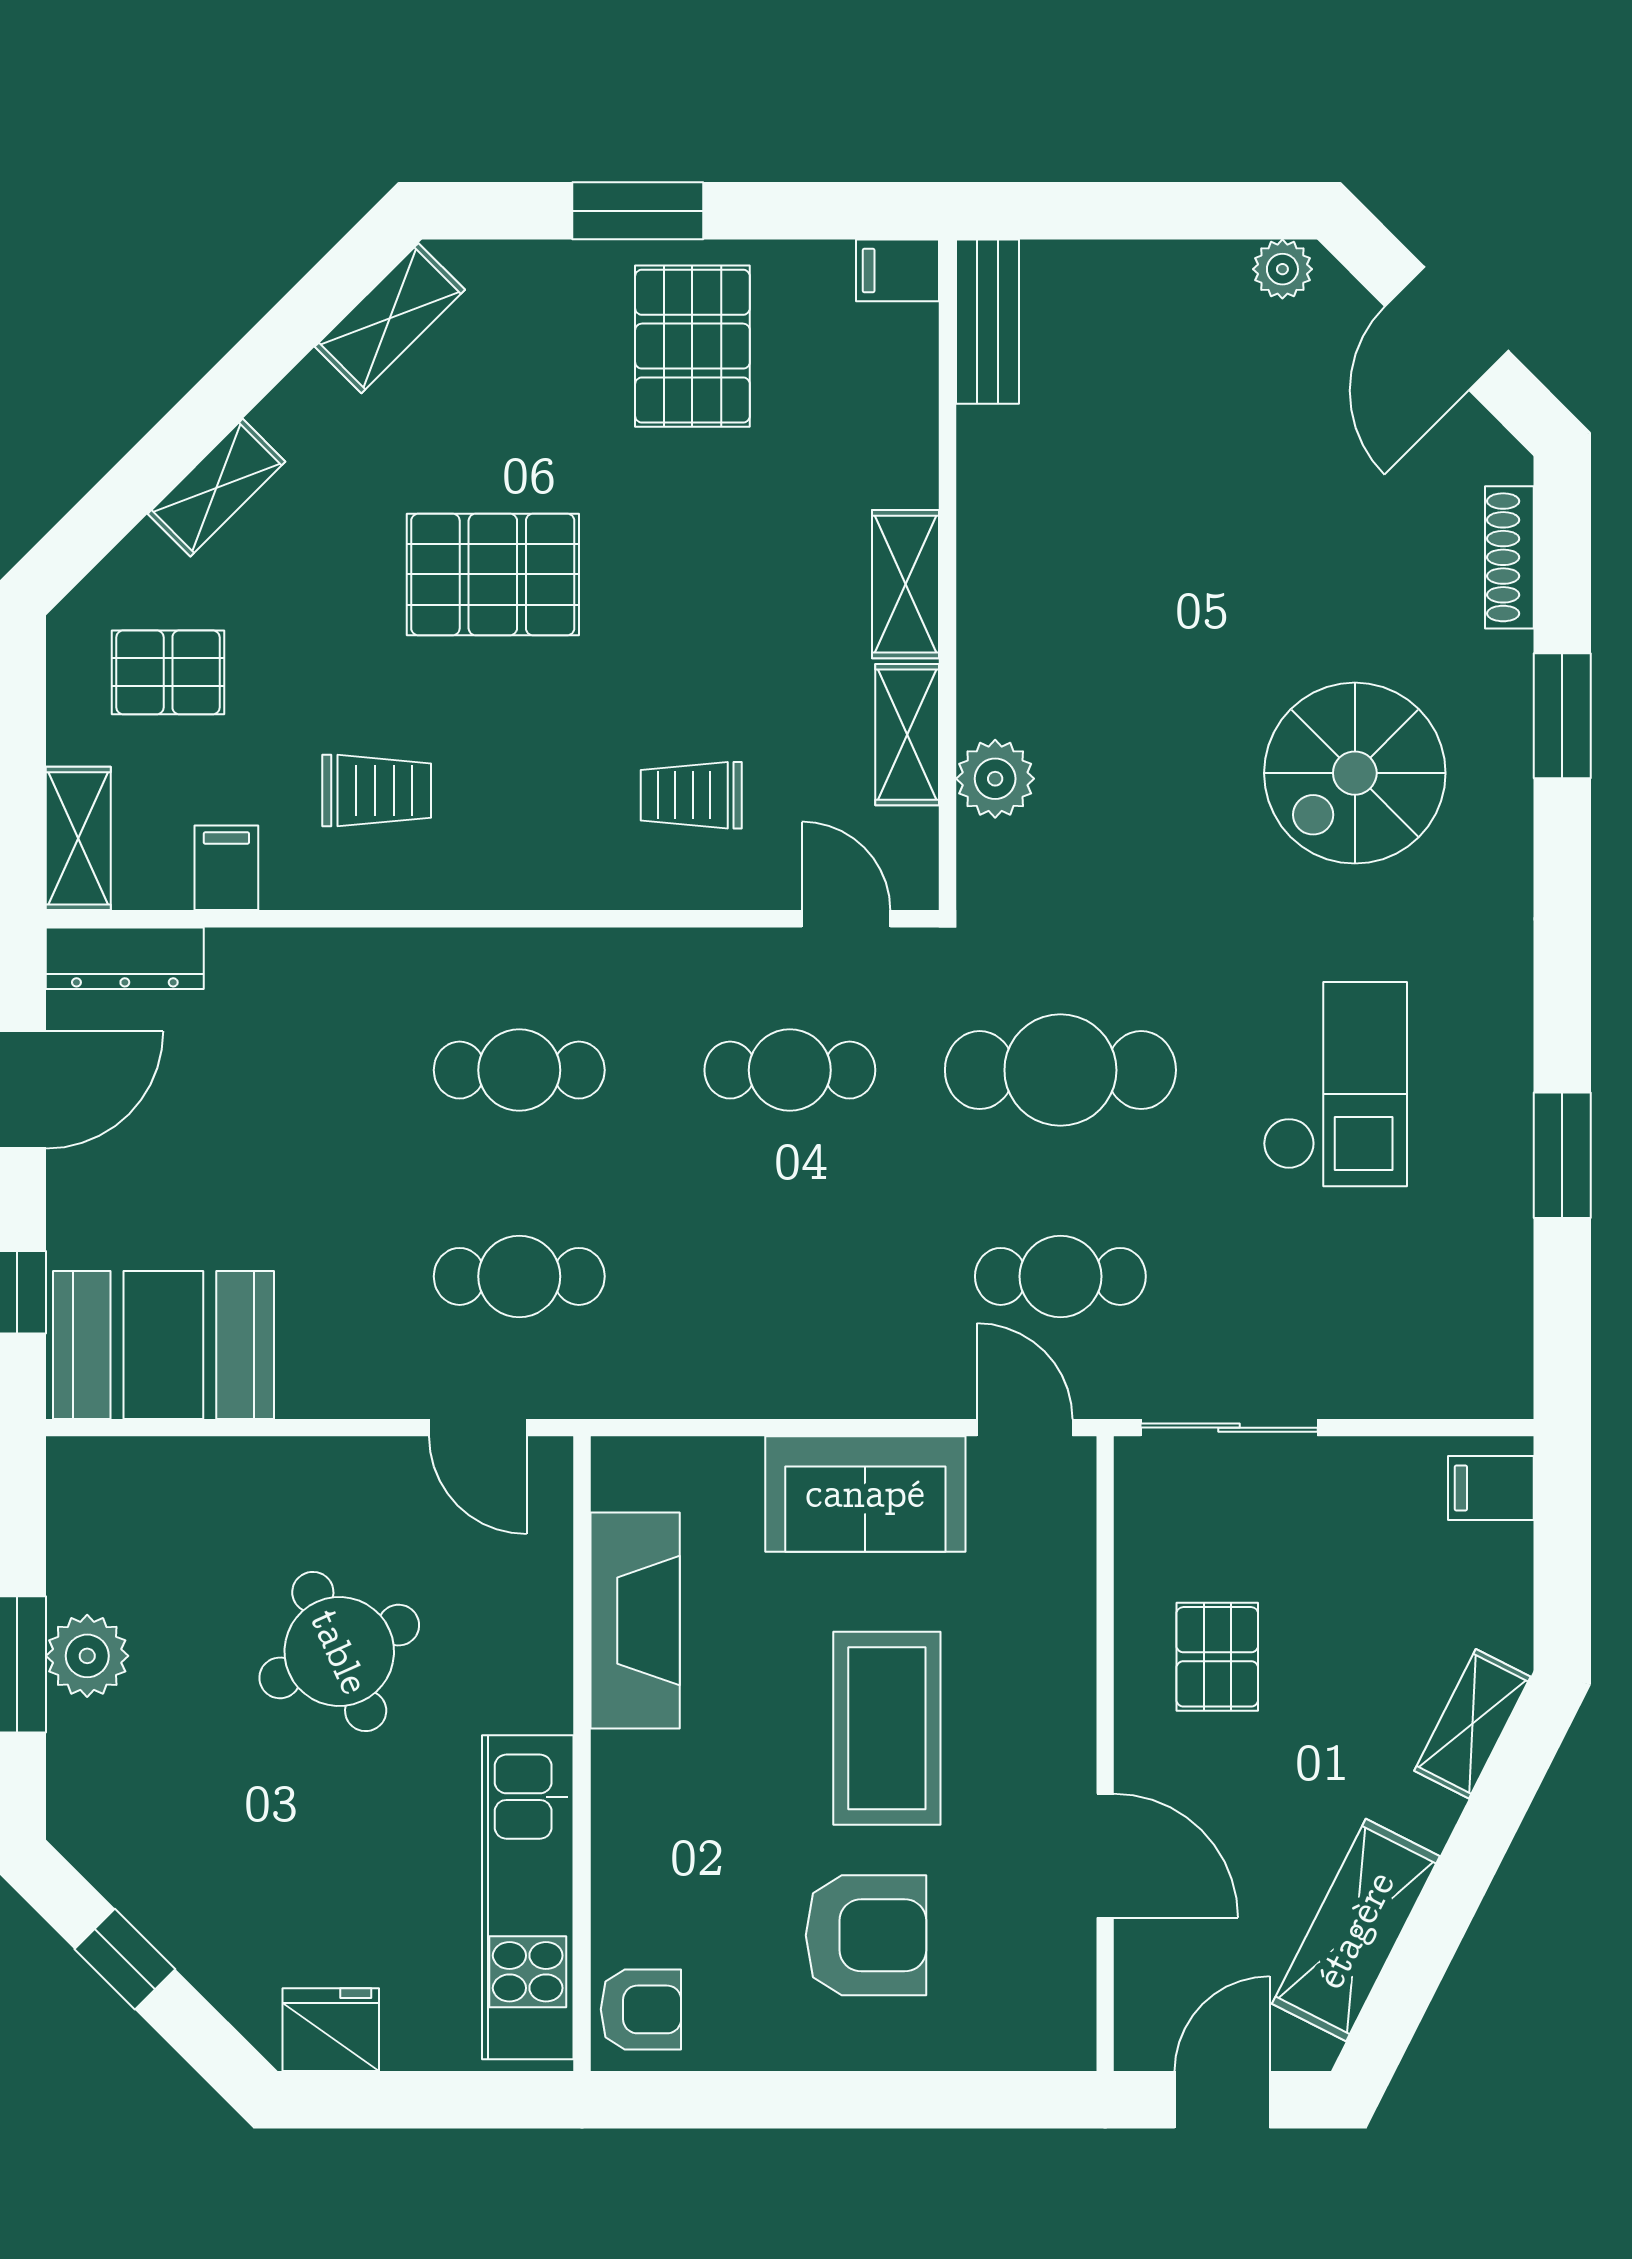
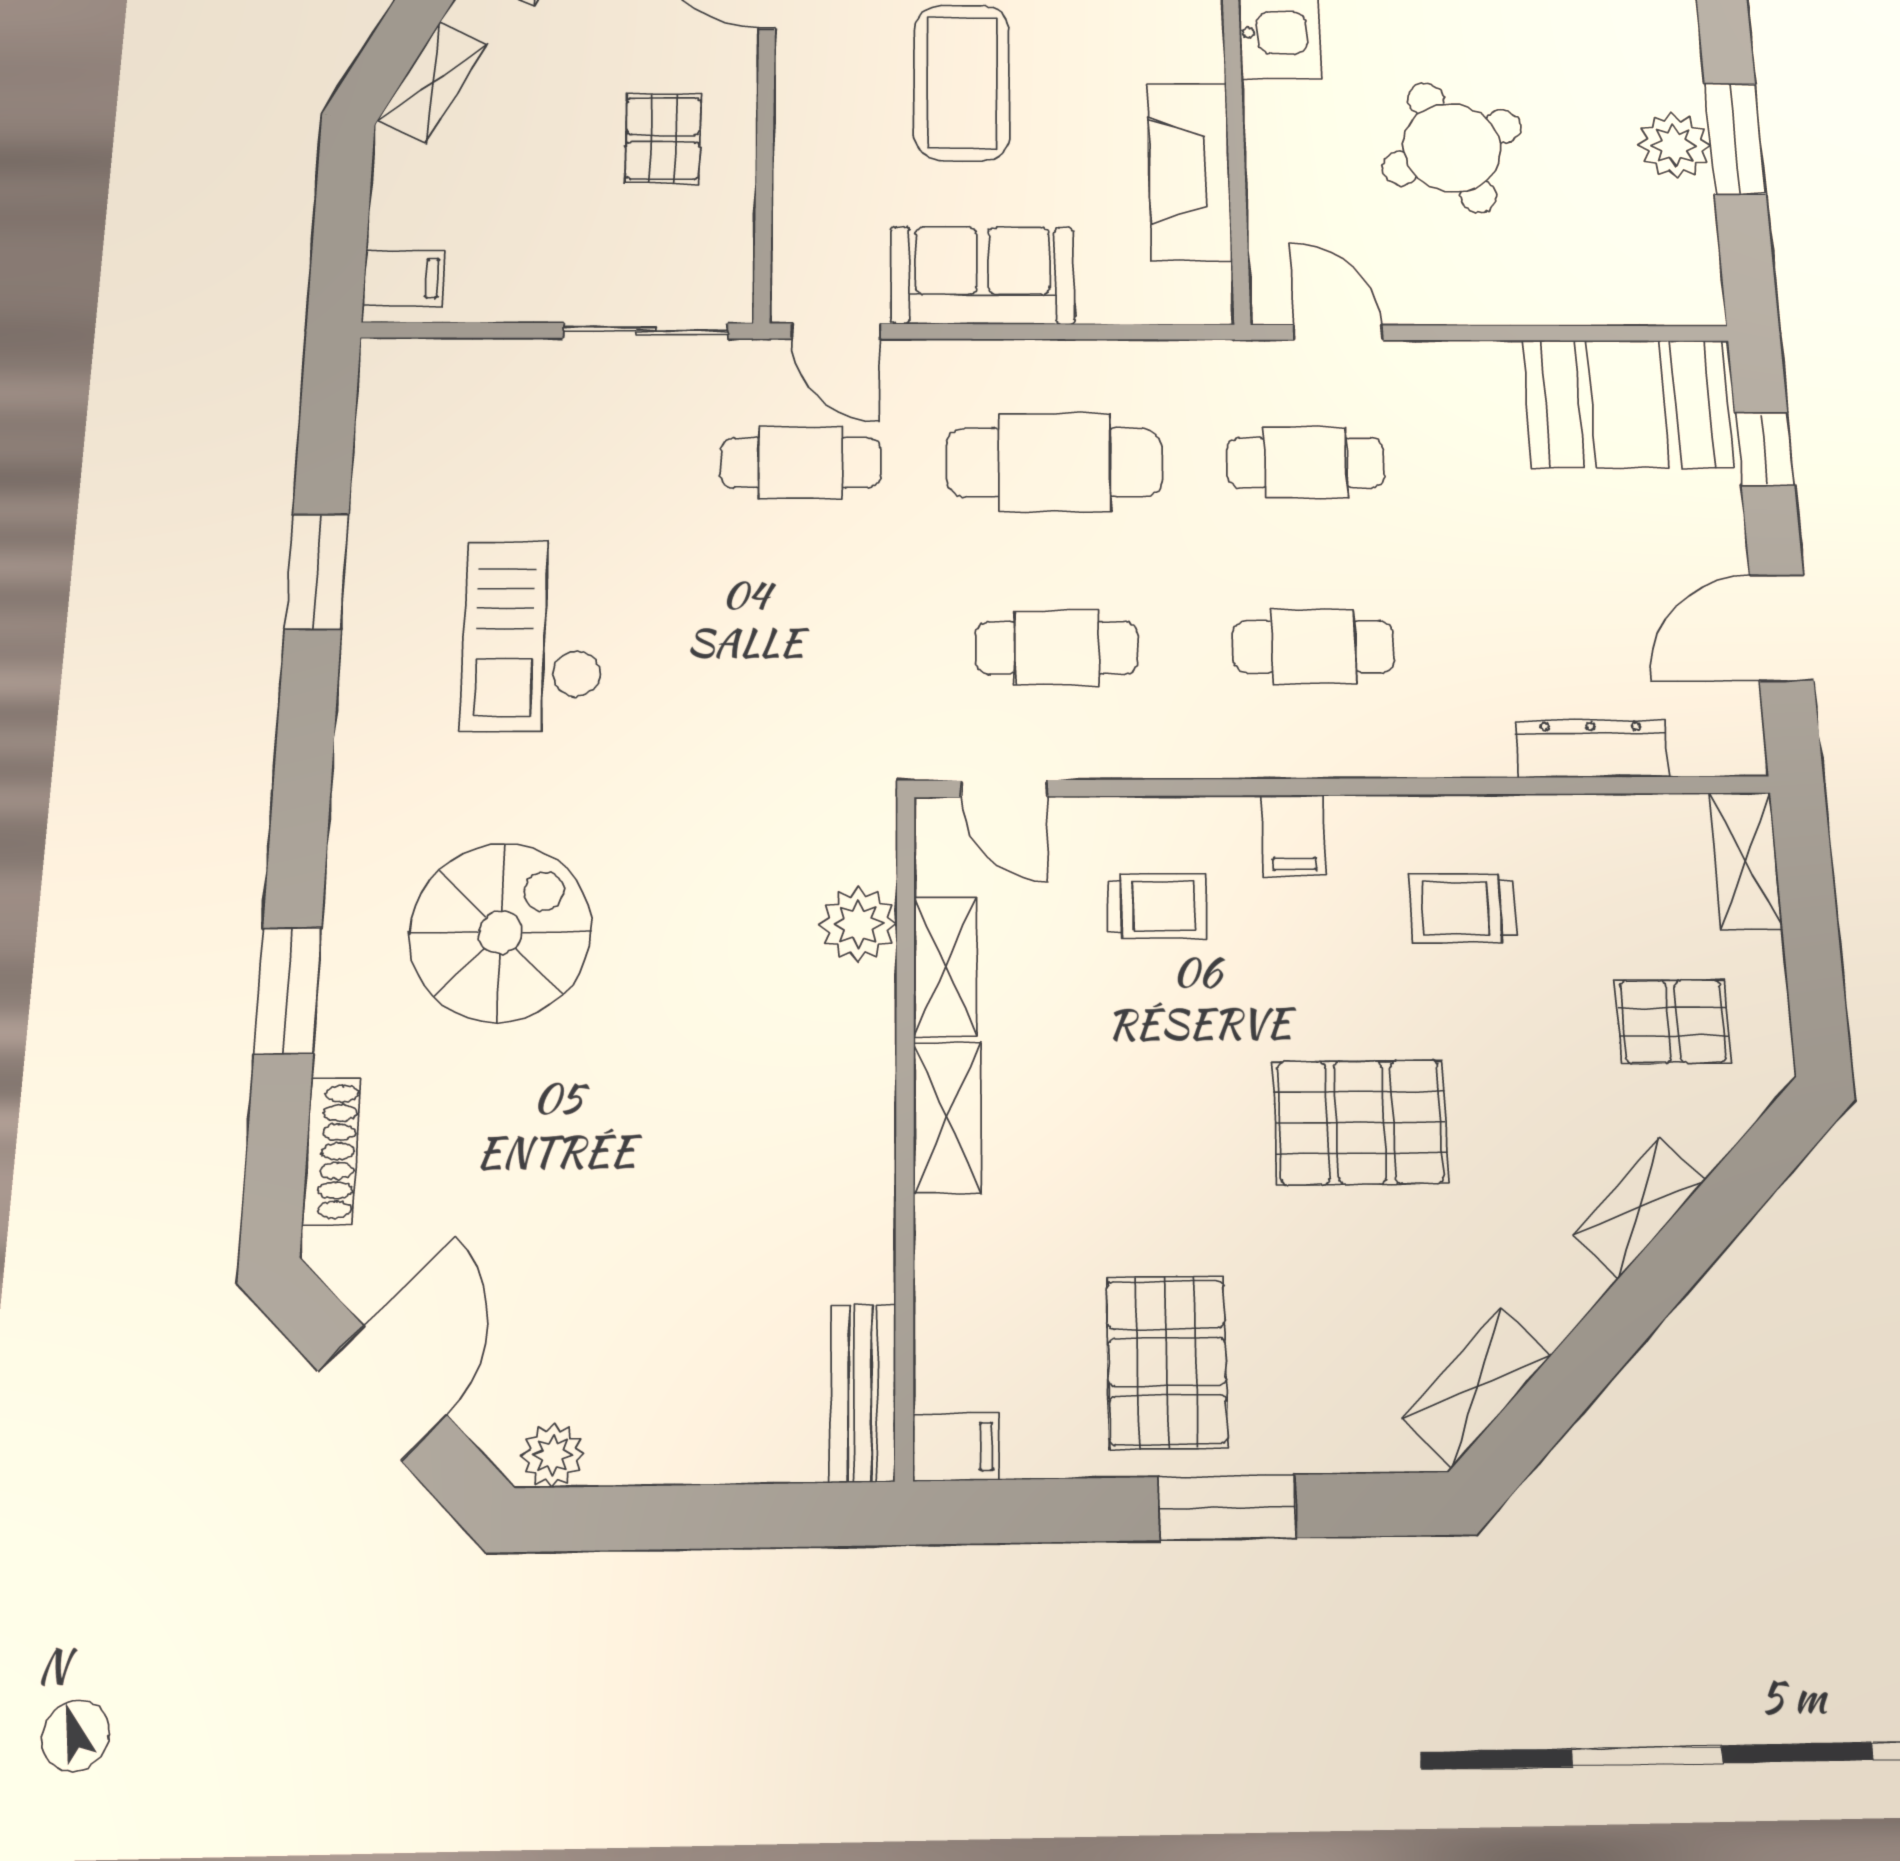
filing cabinet: (226, 868) -> (1293, 835), moved
dresser: (125, 958) -> (1592, 749), moved
cafe table: (1060, 1070) -> (1054, 463), moved

